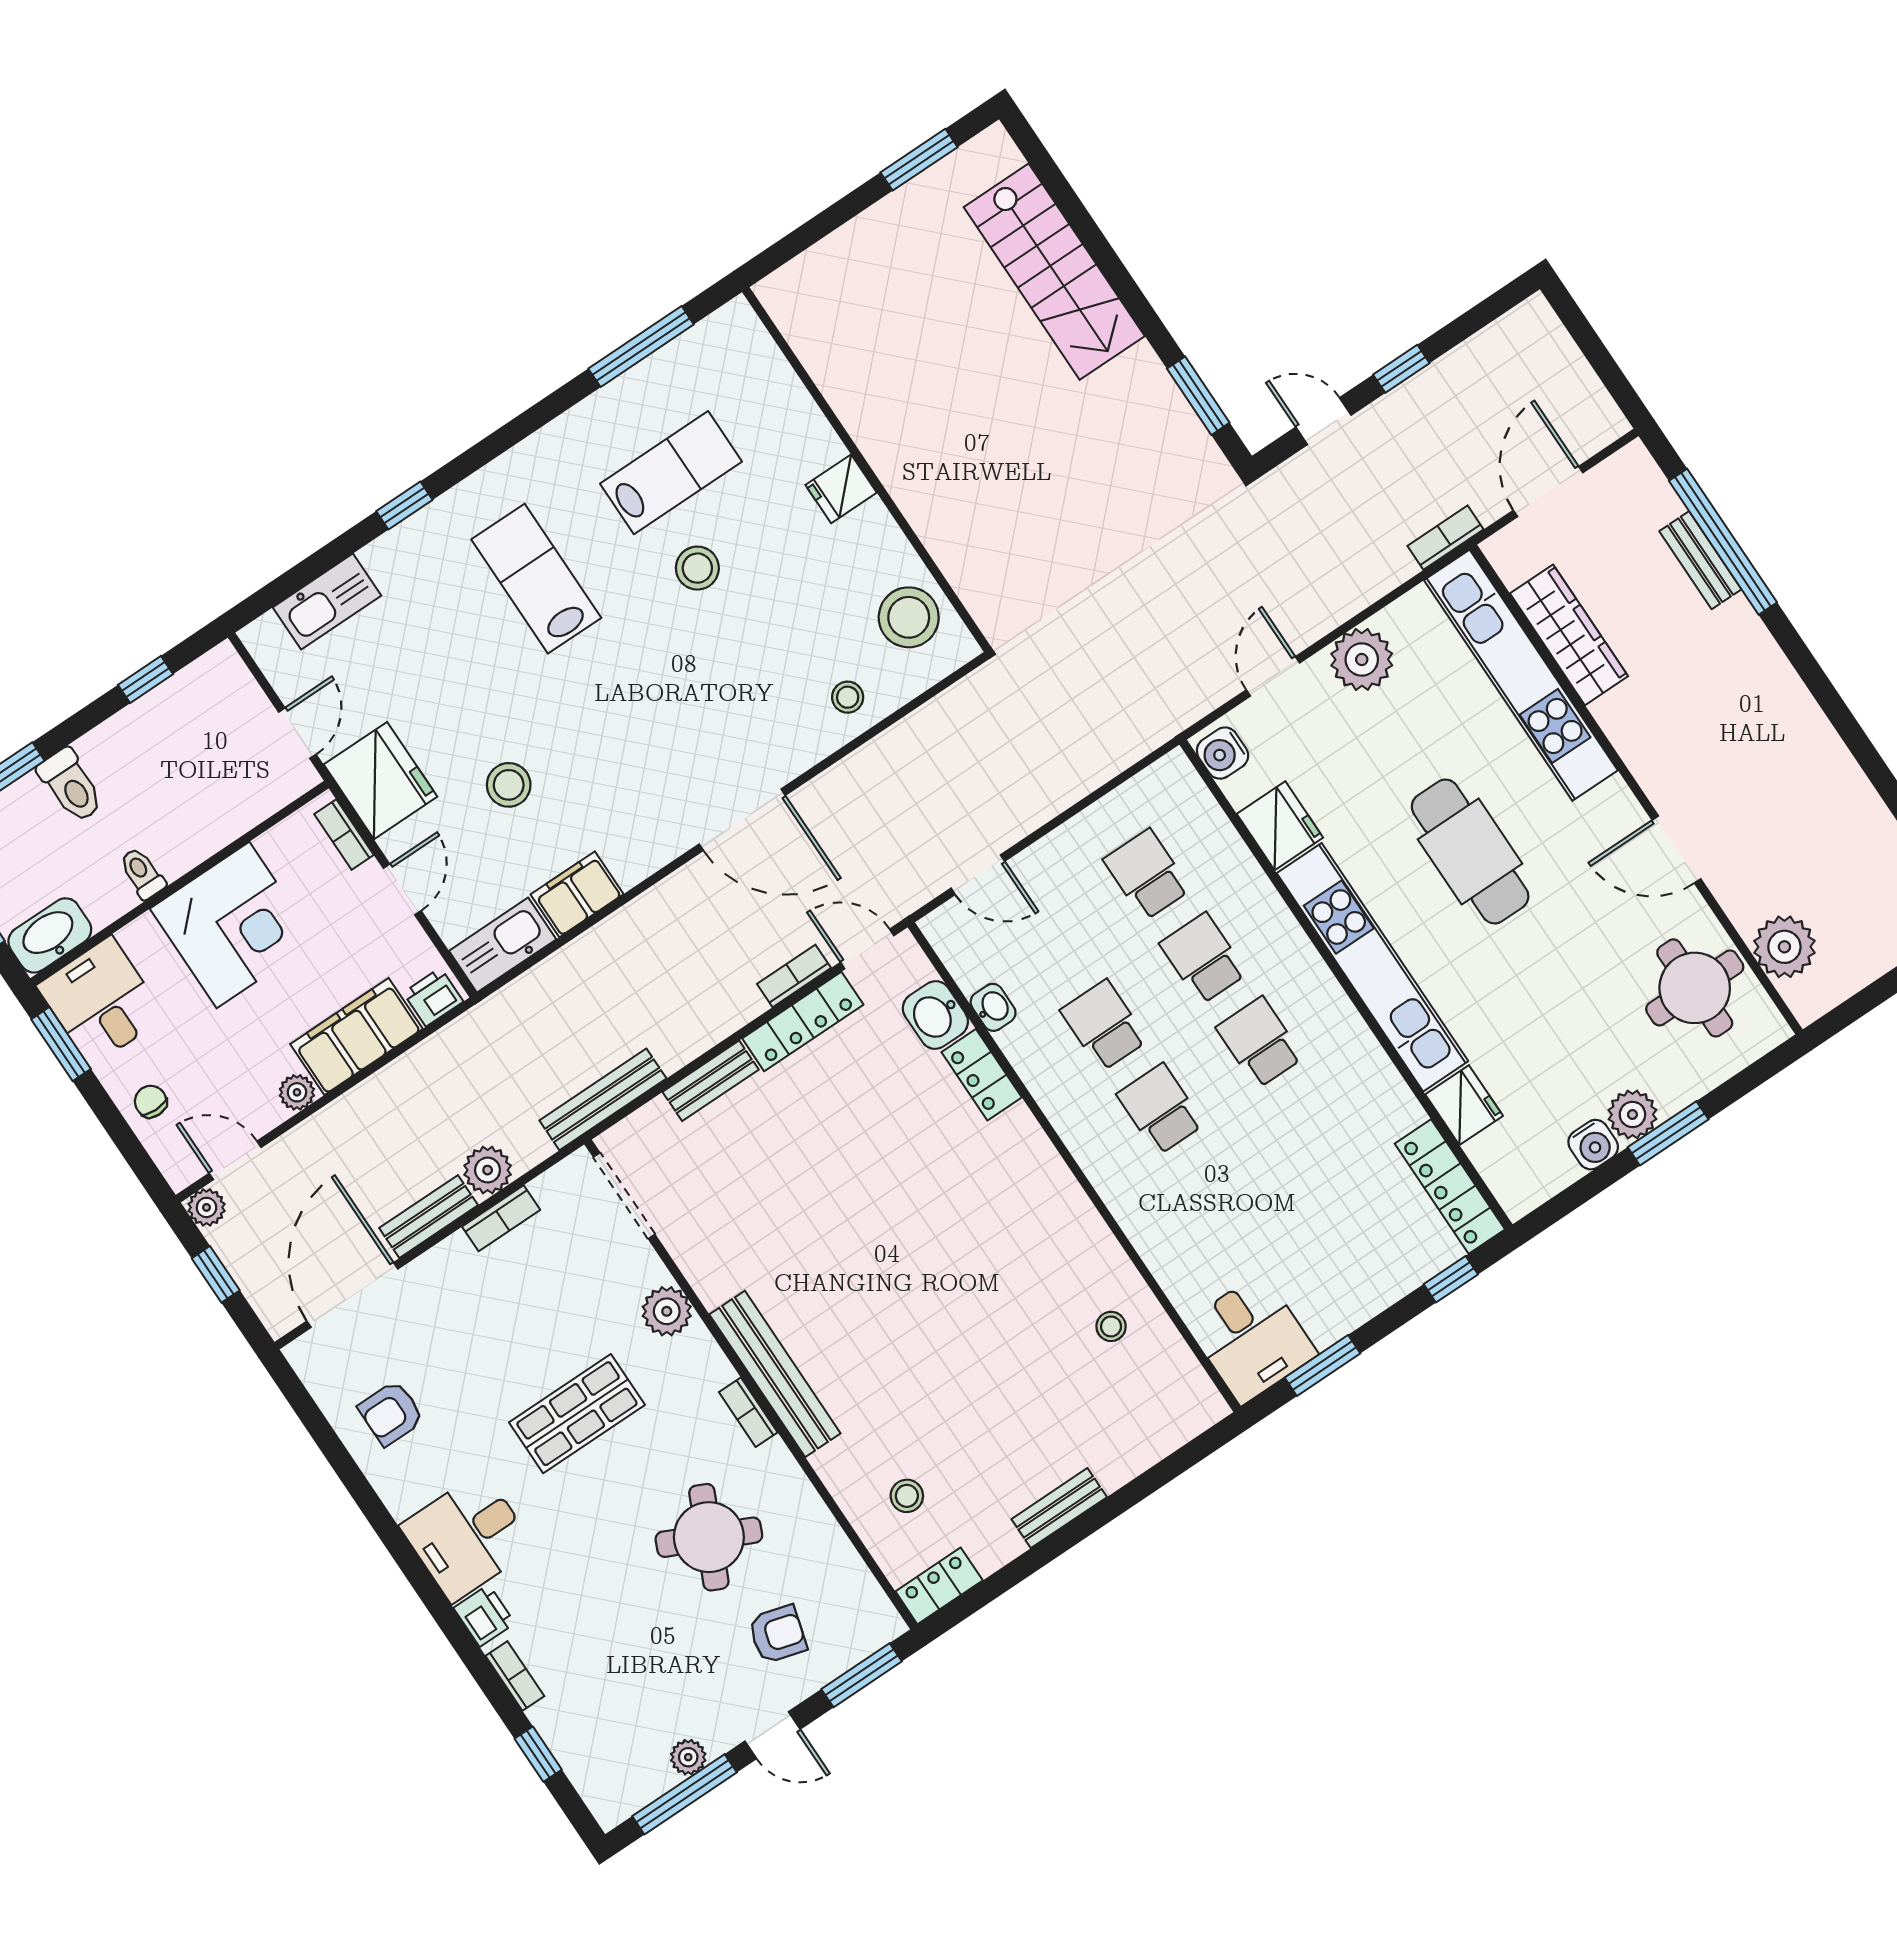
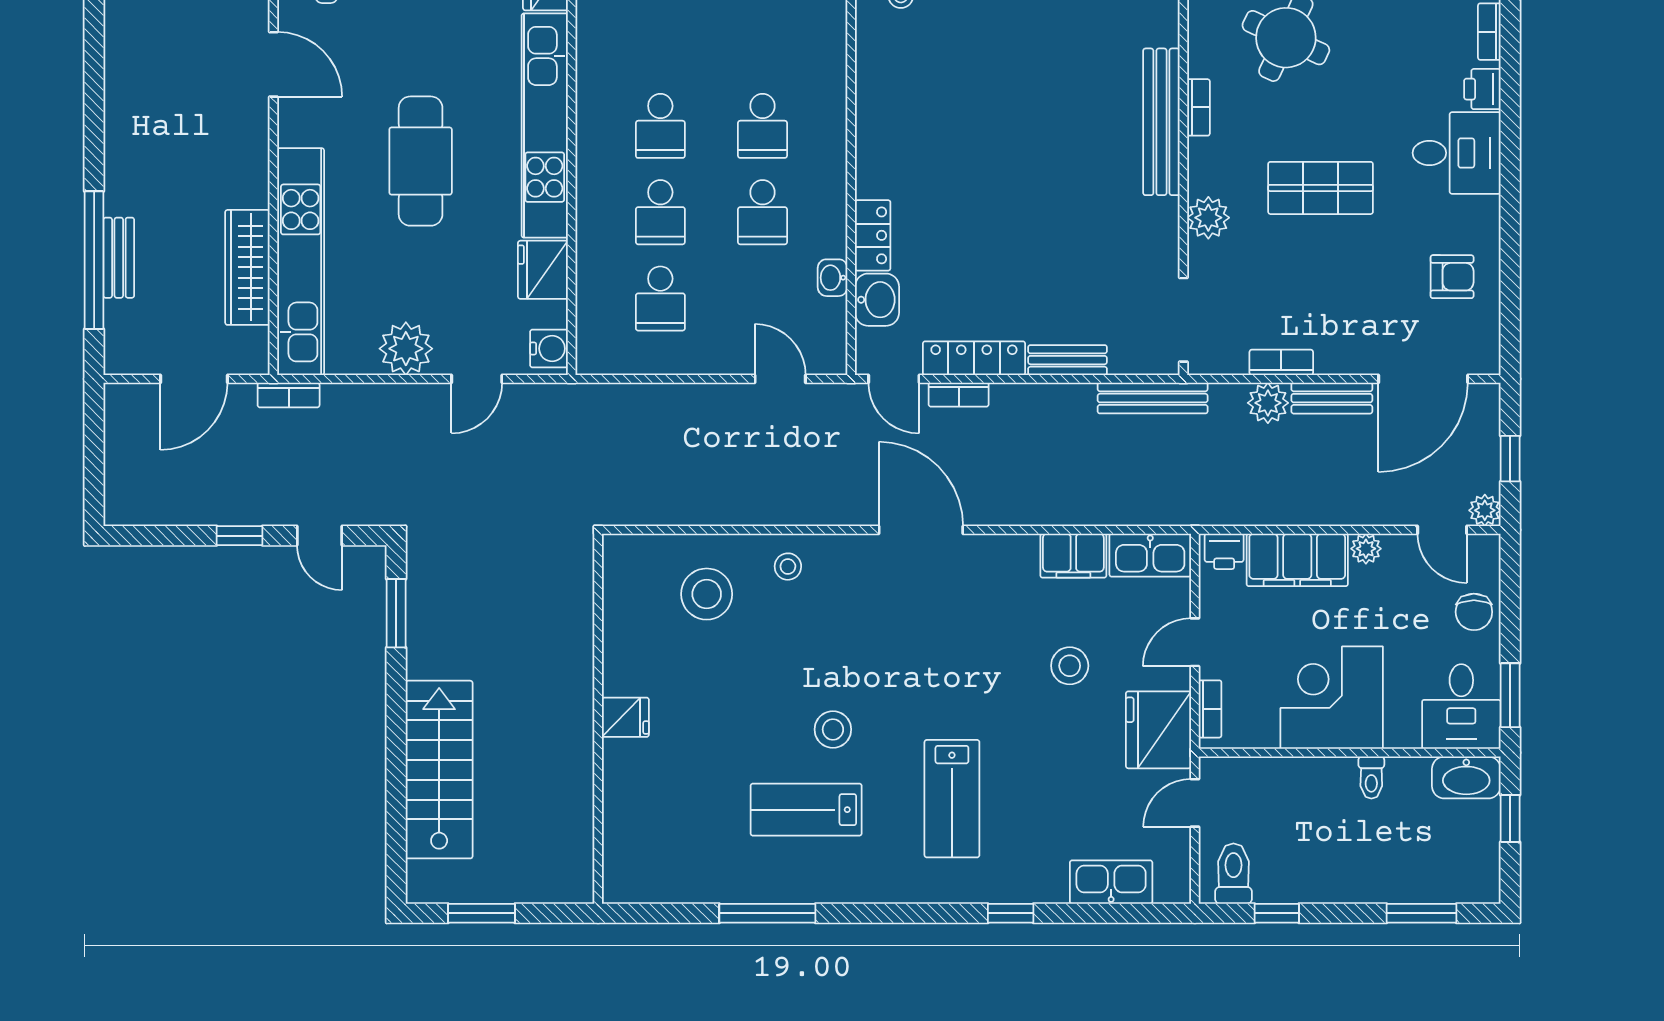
wall: (867, 470) -> (598, 719), moved
fridge: (841, 489) -> (625, 717), moved
toilet: (71, 786) -> (1233, 874), moved
chair: (151, 1101) -> (1474, 612), width x1.37, depth x1.37

